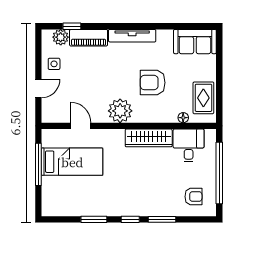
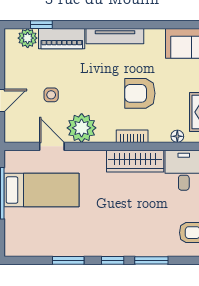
side table: (54, 64) -> (51, 95), moved
plant: (120, 111) -> (82, 128), moved
bookcase: (146, 118) -> (132, 136), added

